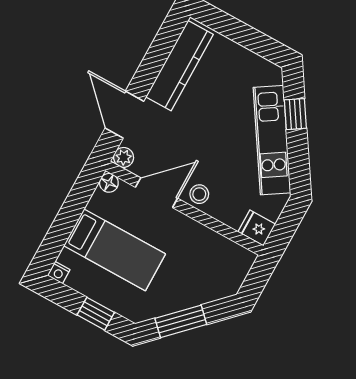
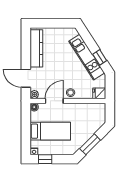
window: (295, 114) -> (100, 57), moved
window: (96, 314) -> (45, 159), moved

